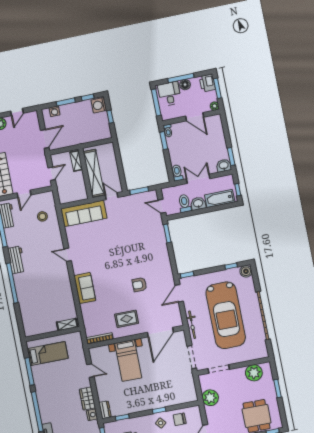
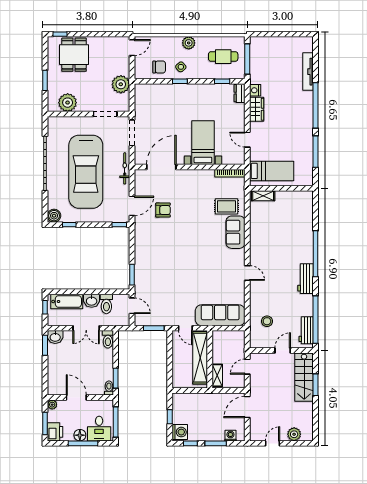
armchair: (139, 285) -> (163, 210), moved
car: (226, 315) -> (86, 172), turned 180
rug: (127, 319) -> (227, 206), moved
bed: (48, 354) -> (272, 171), moved, turned 180

